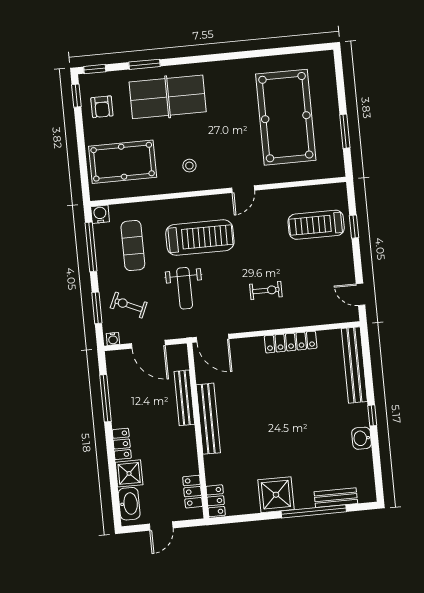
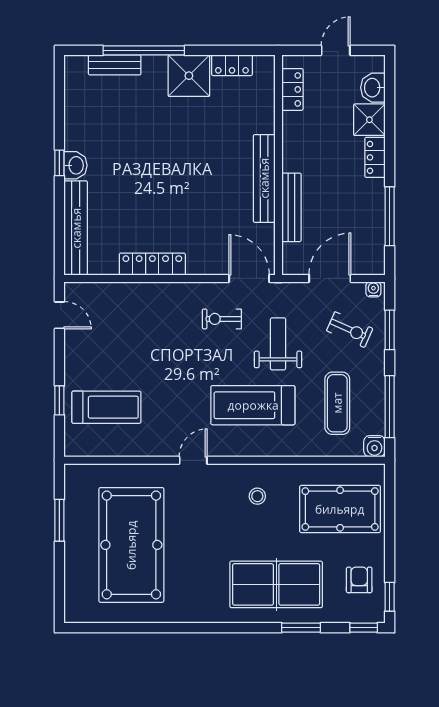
exercise bike: (266, 290) -> (222, 319), moved
door: (148, 344) -> (330, 278), hinge flipped
washbasin: (362, 438) -> (75, 165), moved
locker: (216, 501) -> (232, 65), moved, turned -90
washbasin: (129, 504) -> (373, 88), width x0.72

